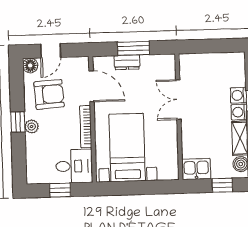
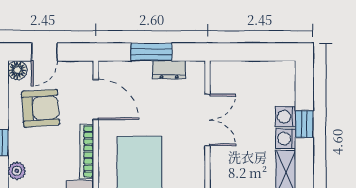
dresser: (127, 62) -> (169, 70), moved
double door: (178, 100) -> (208, 120), swing flipped
plant: (32, 127) -> (17, 171), moved

